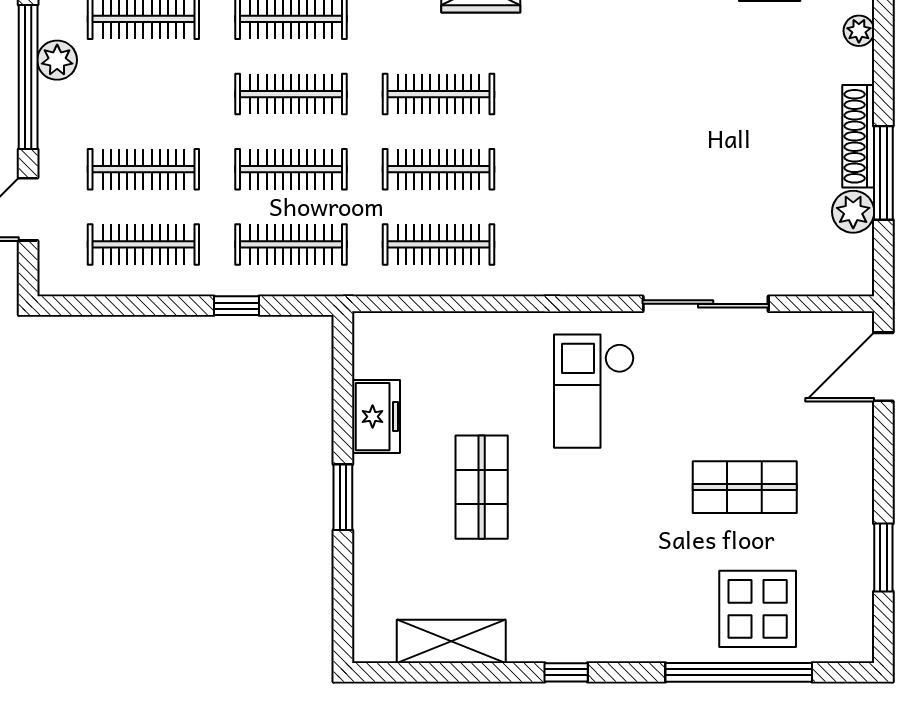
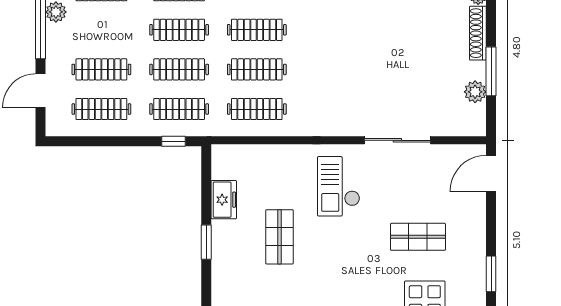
shoe rack: (858, 136) -> (478, 33), moved
window: (237, 306) -> (174, 141), moved

